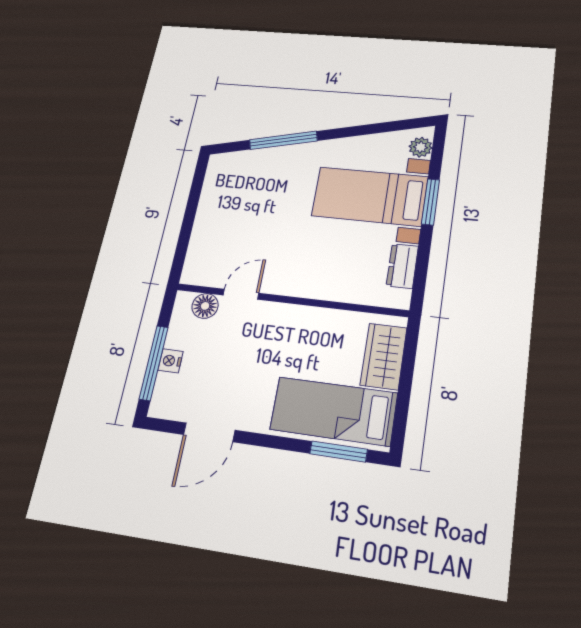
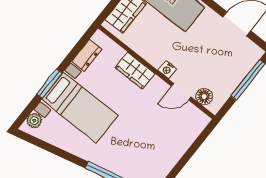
wardrobe: (322, 285) -> (135, 71), added
nightstand: (171, 361) -> (167, 70), moved, turned 90

